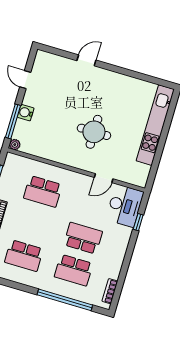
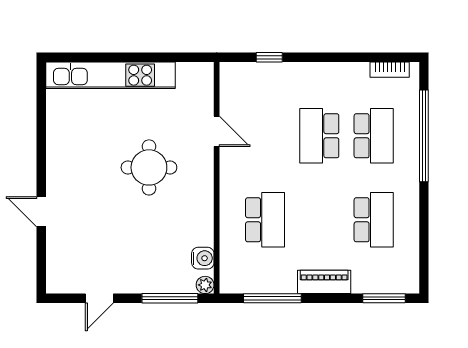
water cooler: (26, 113) -> (203, 258), moved, turned -90
desk: (125, 206) -> (250, 86), removed

